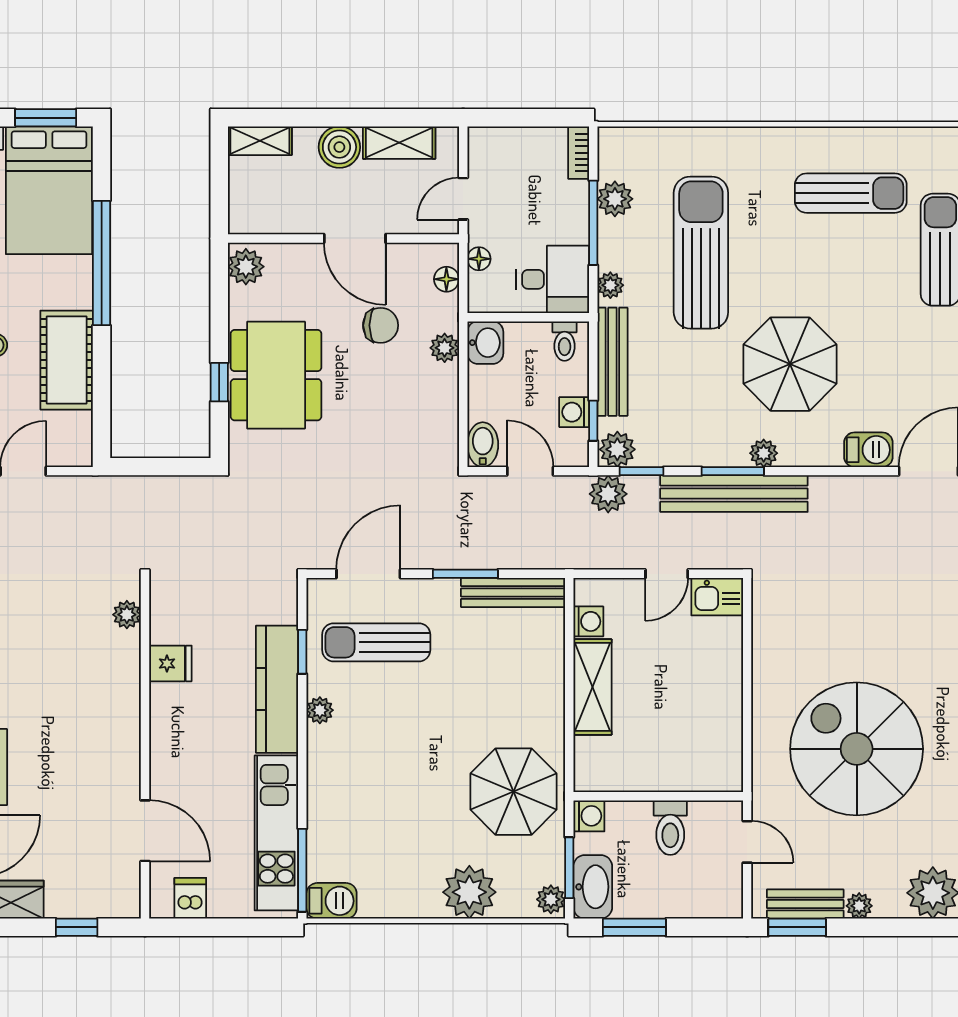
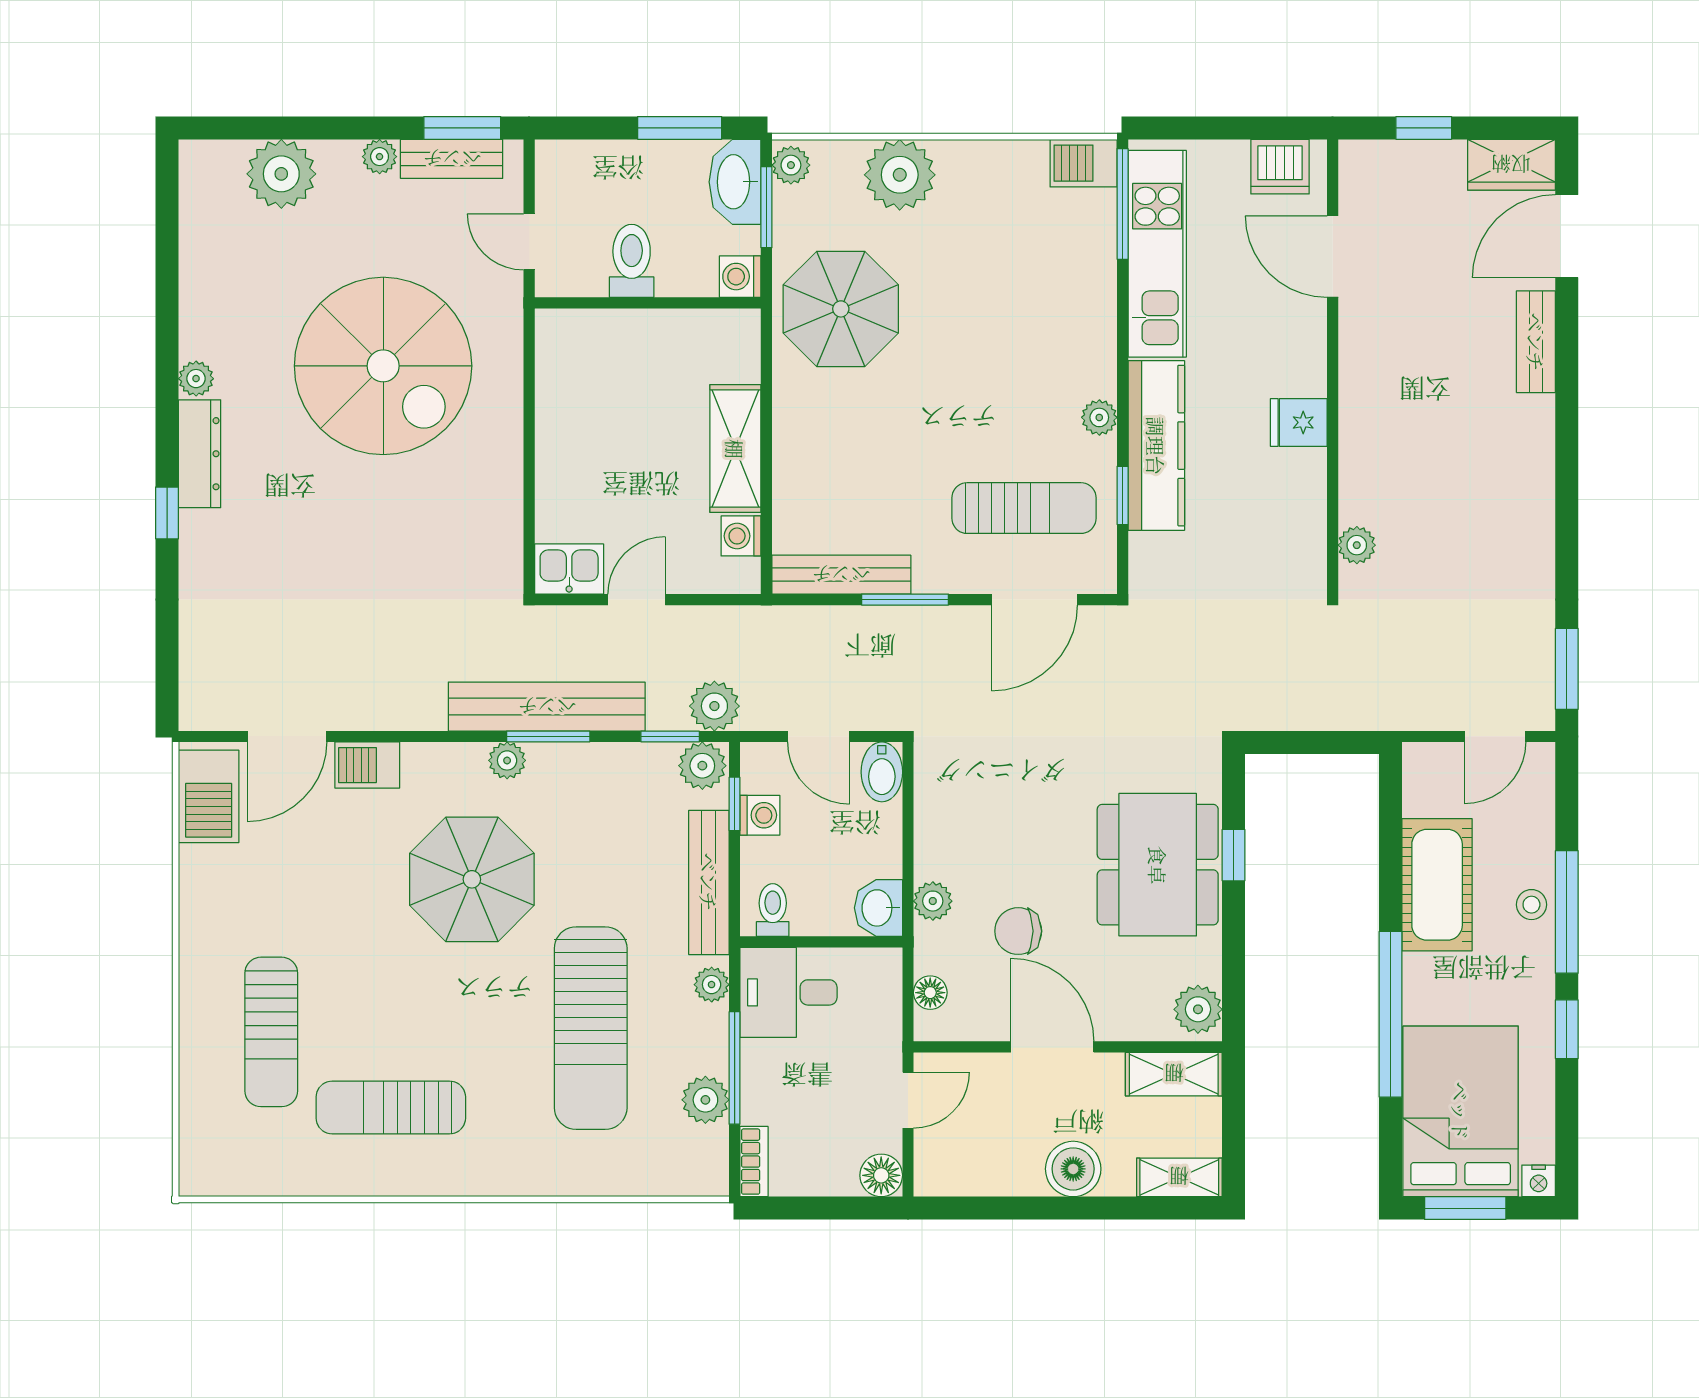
shelving: (399, 143) -> (1174, 1074), moved
floor lamp: (479, 259) -> (881, 1175), moved, width x1.37, depth x1.37
fridge: (170, 663) -> (1299, 422), moved
dishwasher: (190, 898) -> (1280, 167), width x1.38

